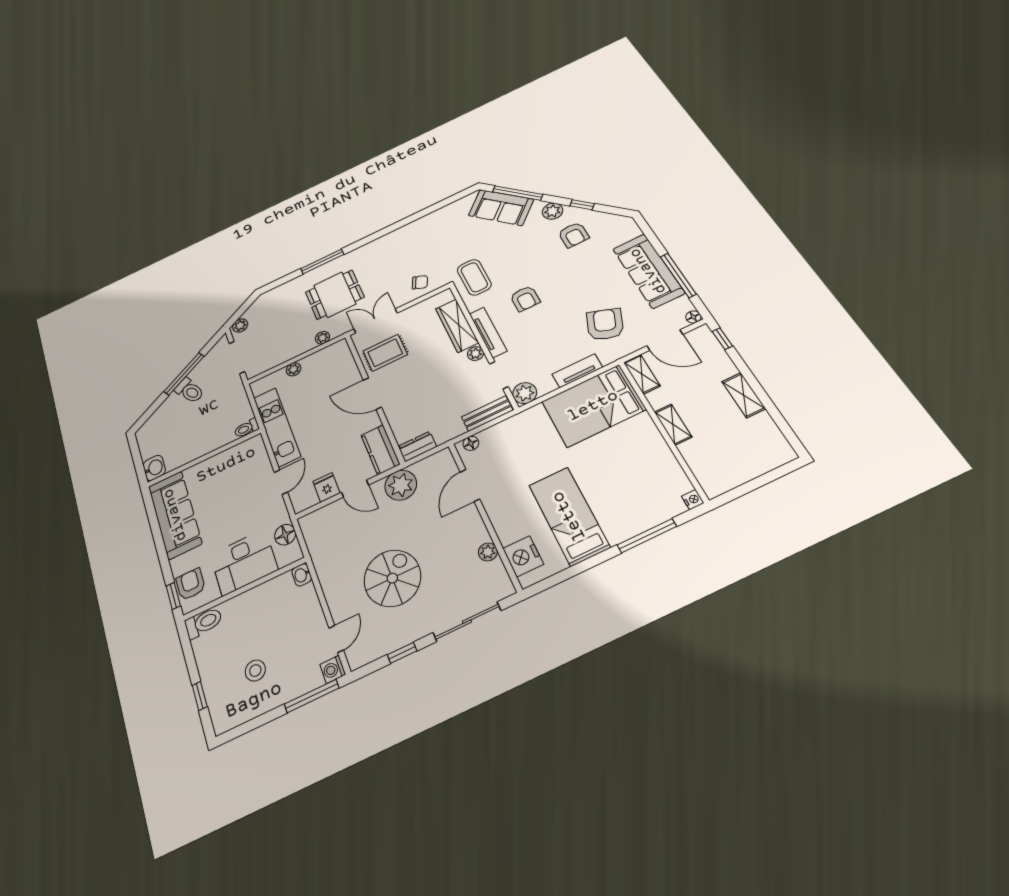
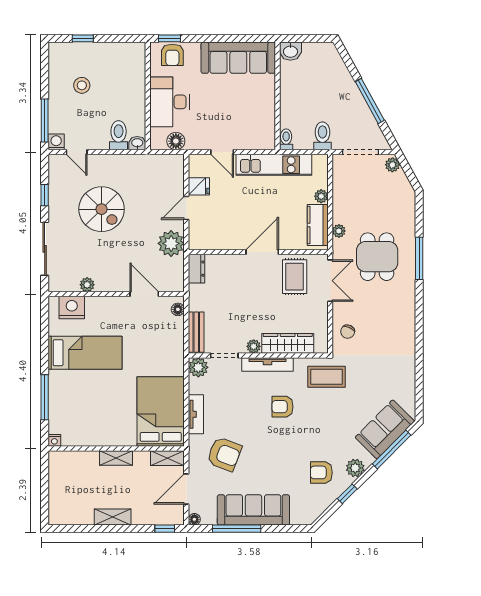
toilet: (189, 391) -> (322, 136), moved, turned 119
kitchen counter: (381, 450) -> (318, 225), moved, turned -90
armchair: (191, 584) -> (172, 55), turned 90
toilet: (204, 623) -> (119, 135), moved, turned 180

